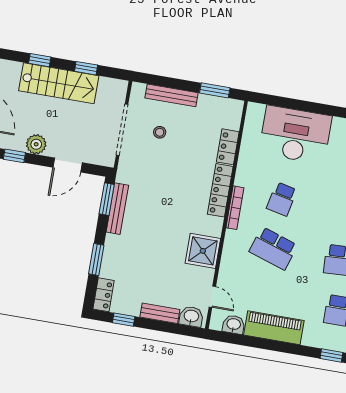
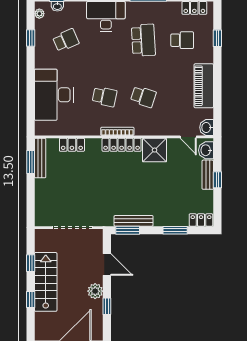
bench: (172, 95) -> (40, 158), moved
stool: (160, 132) -> (70, 199), removed
locker: (220, 190) -> (122, 145), moved
school desk: (273, 248) -> (143, 97), width x0.54
door: (212, 297) -> (188, 137), swing flipped
window: (124, 320) -> (217, 180), moved
washbasin: (234, 325) -> (207, 127), moved

